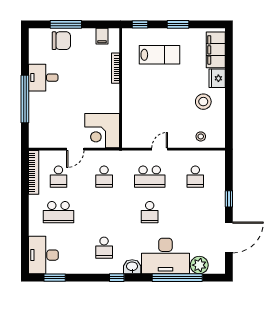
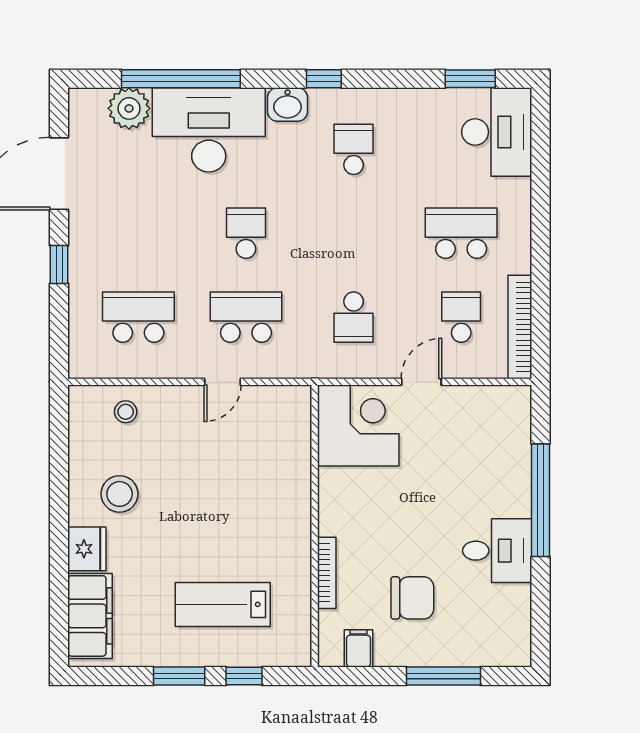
window: (140, 24) -> (244, 676), moved
chair: (61, 41) -> (412, 598), moved, turned 180
school desk: (104, 177) -> (354, 317), turned 180
school desk: (195, 177) -> (138, 317), width x1.85

